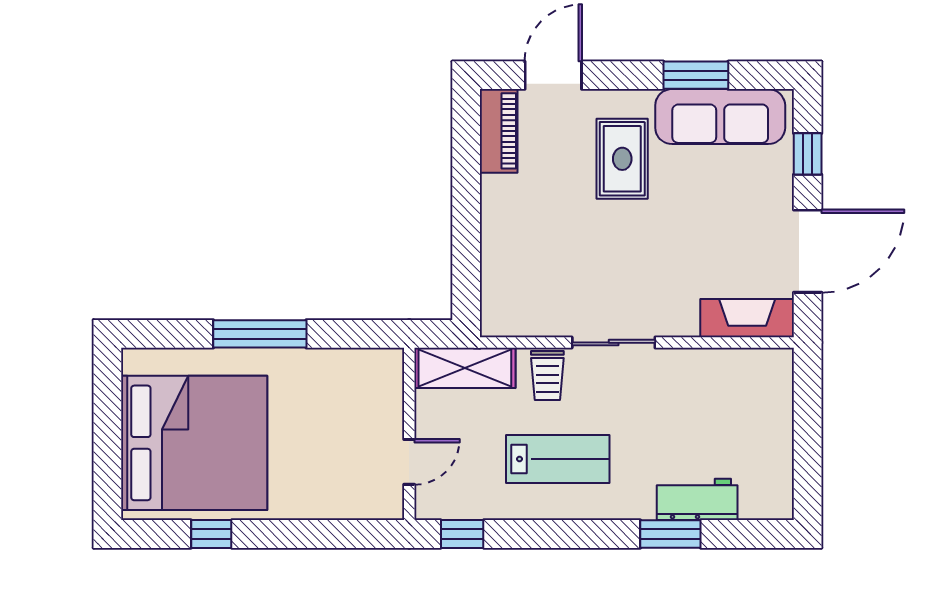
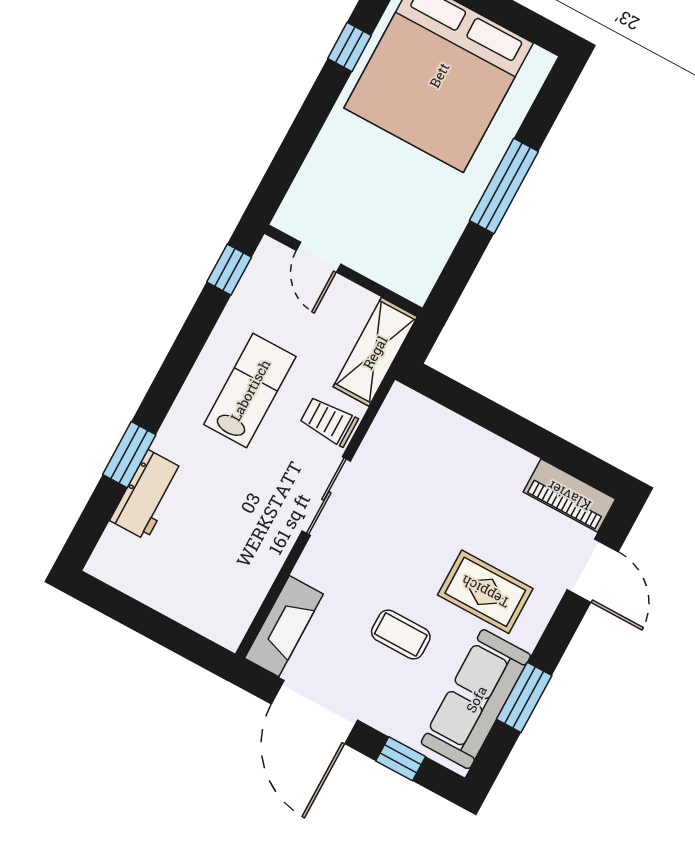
coffee table: (699, 212) -> (401, 634), added
lab bench: (558, 459) -> (250, 390), turned 180

